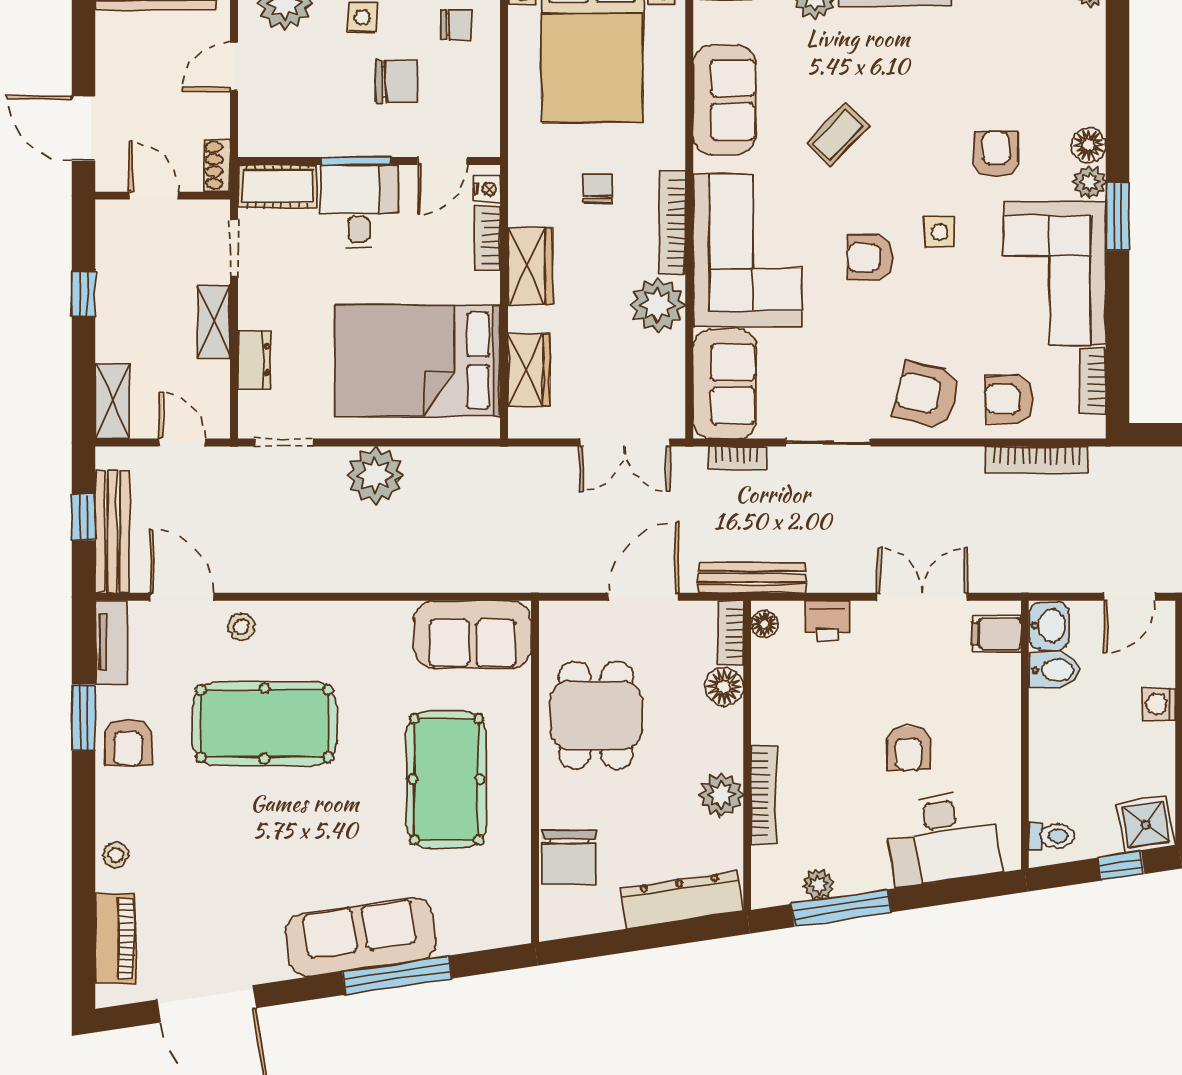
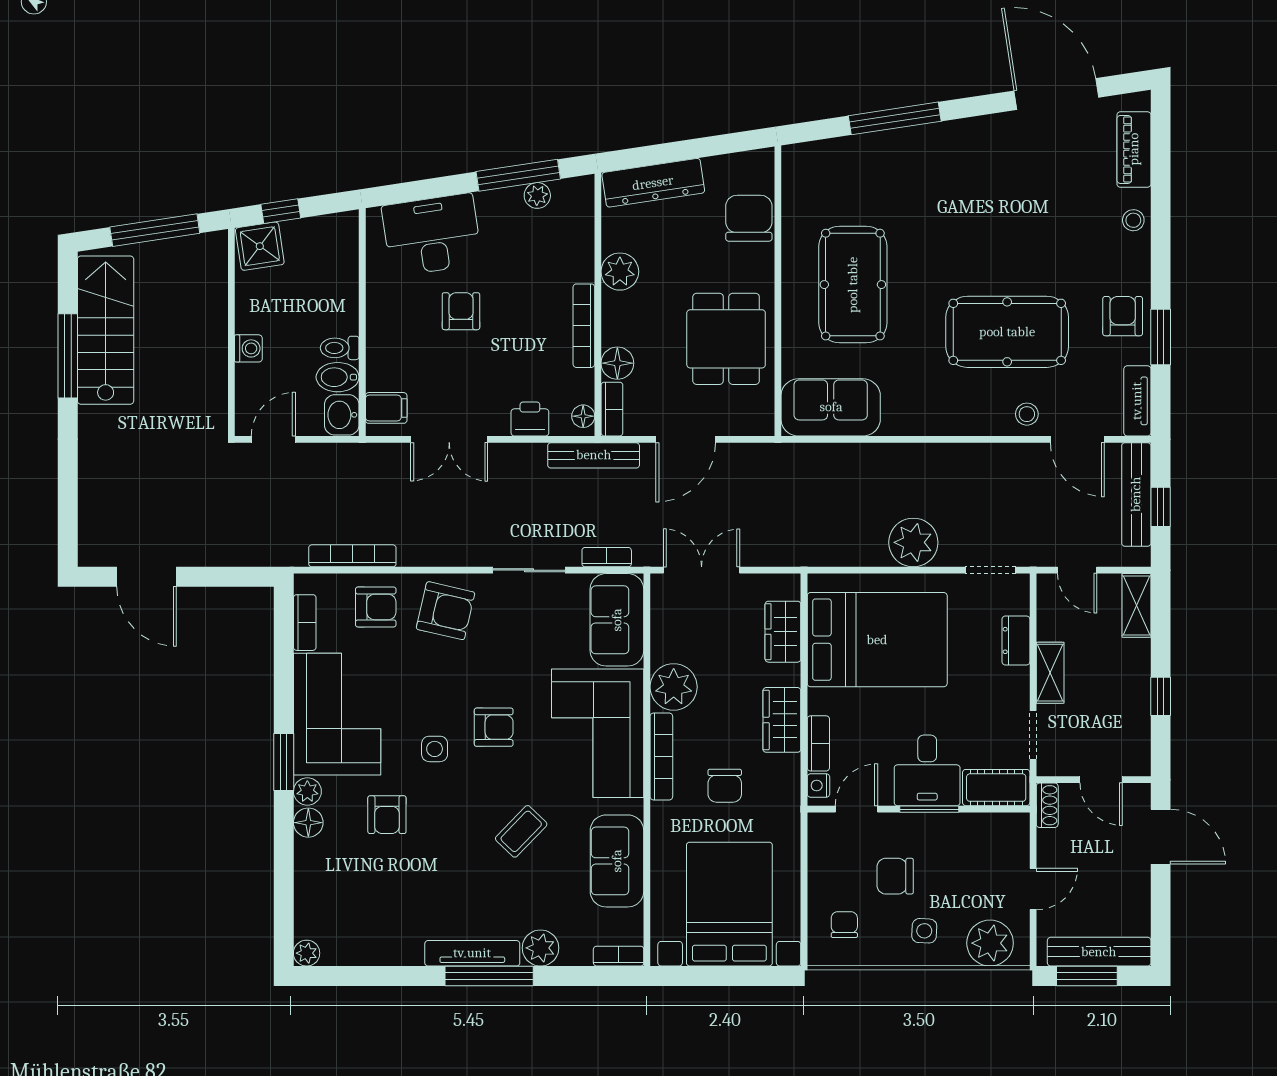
chair: (457, 25) -> (844, 925), turned 90
chair: (598, 188) -> (725, 786), width x1.37, depth x1.37
bookcase: (764, 795) -> (584, 326), moved
toilet: (1051, 836) -> (340, 348), moved
sofa: (361, 937) -> (926, 151), removed

